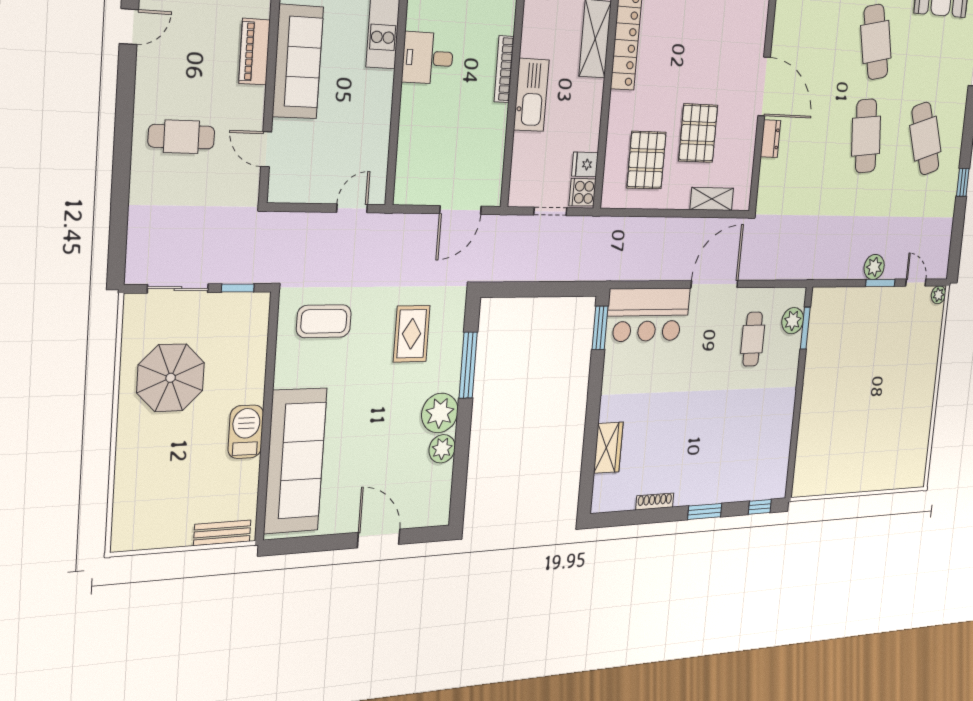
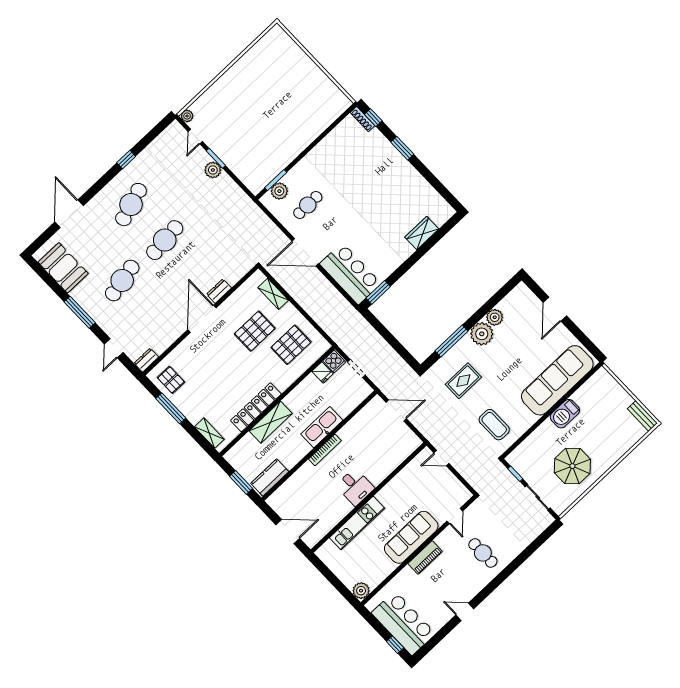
shoe rack: (655, 502) -> (362, 119), moved
bench: (222, 533) -> (642, 416), moved

